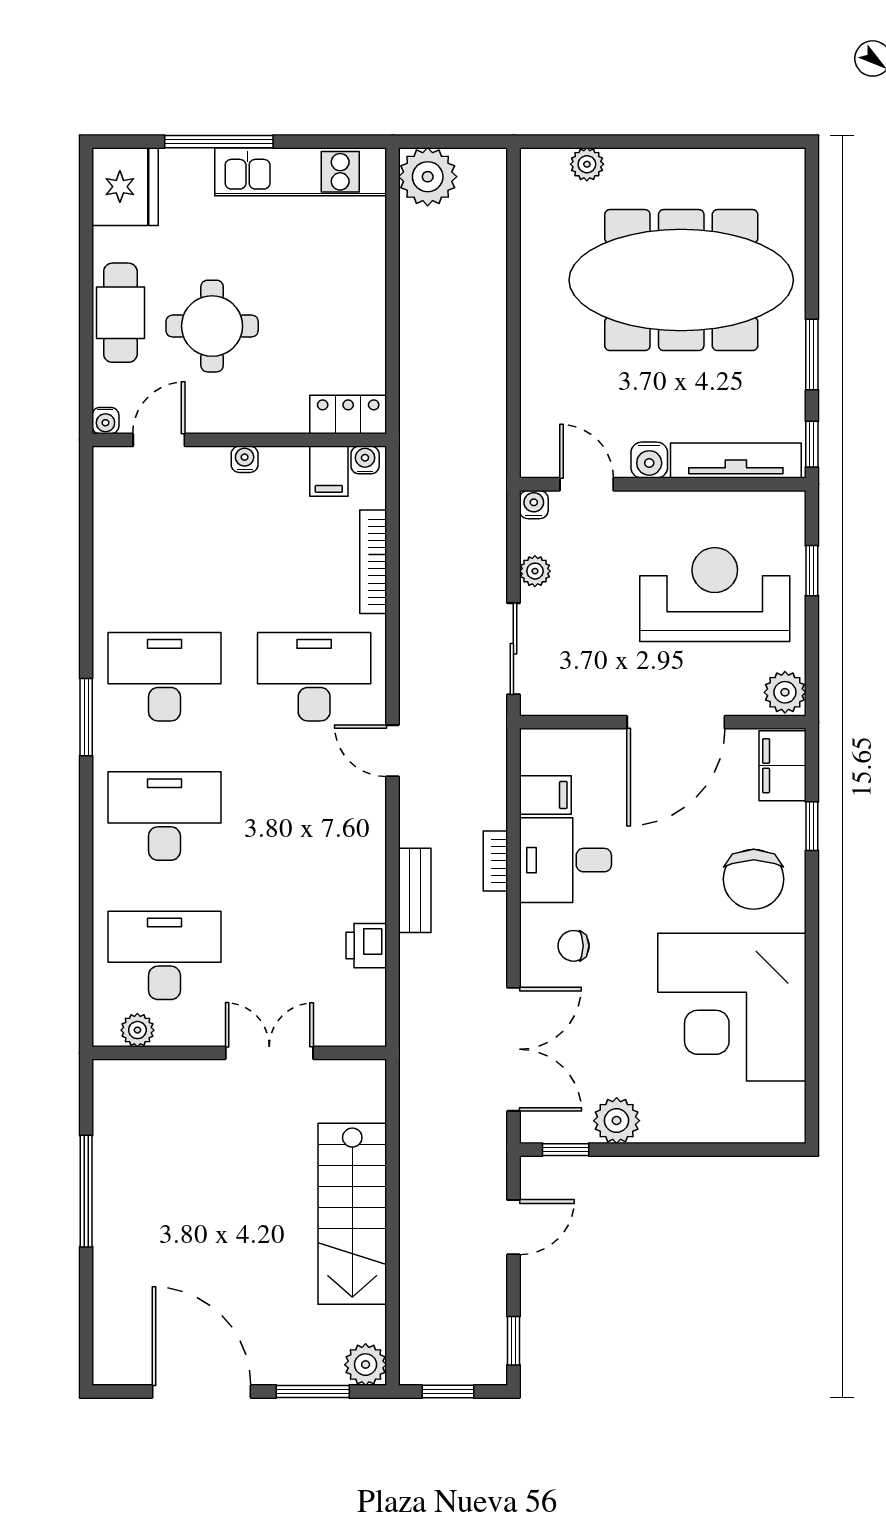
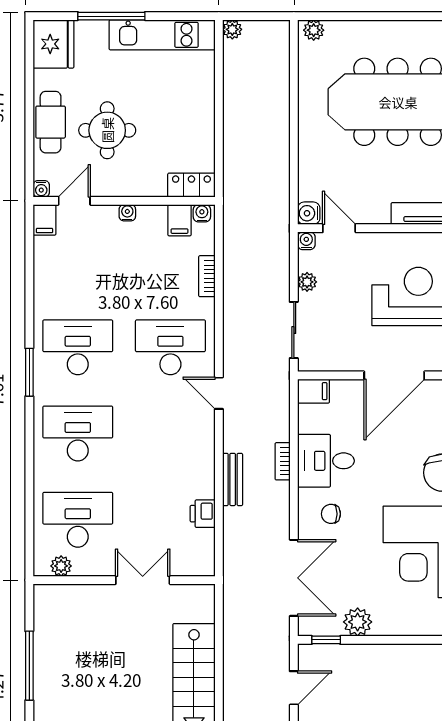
plant: (587, 164) -> (314, 30), moved
plant: (428, 177) -> (232, 29), width x0.53, depth x0.53
water cooler: (649, 460) -> (309, 213), moved, turned 90
filing cabinet: (111, 471) -> (44, 220), added
bookcase: (373, 562) -> (207, 276), width x0.64
filing cabinet: (545, 795) -> (313, 391), moved

